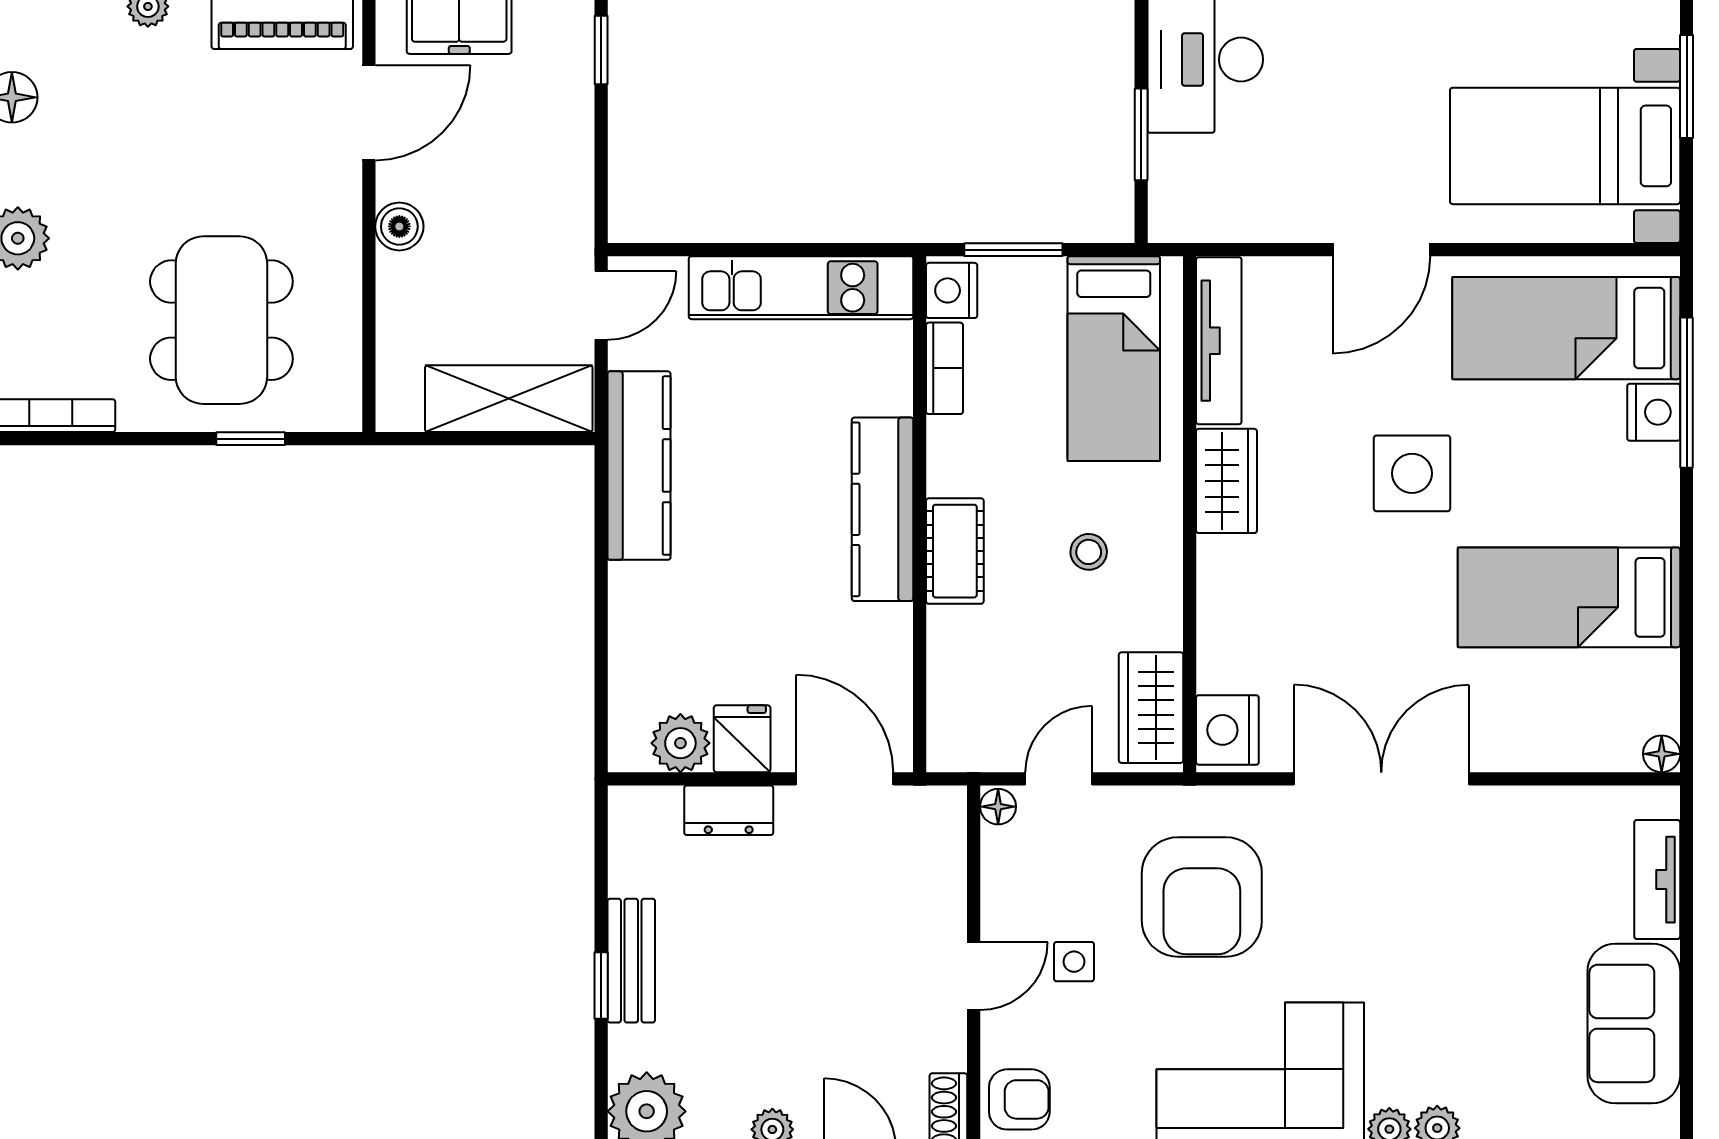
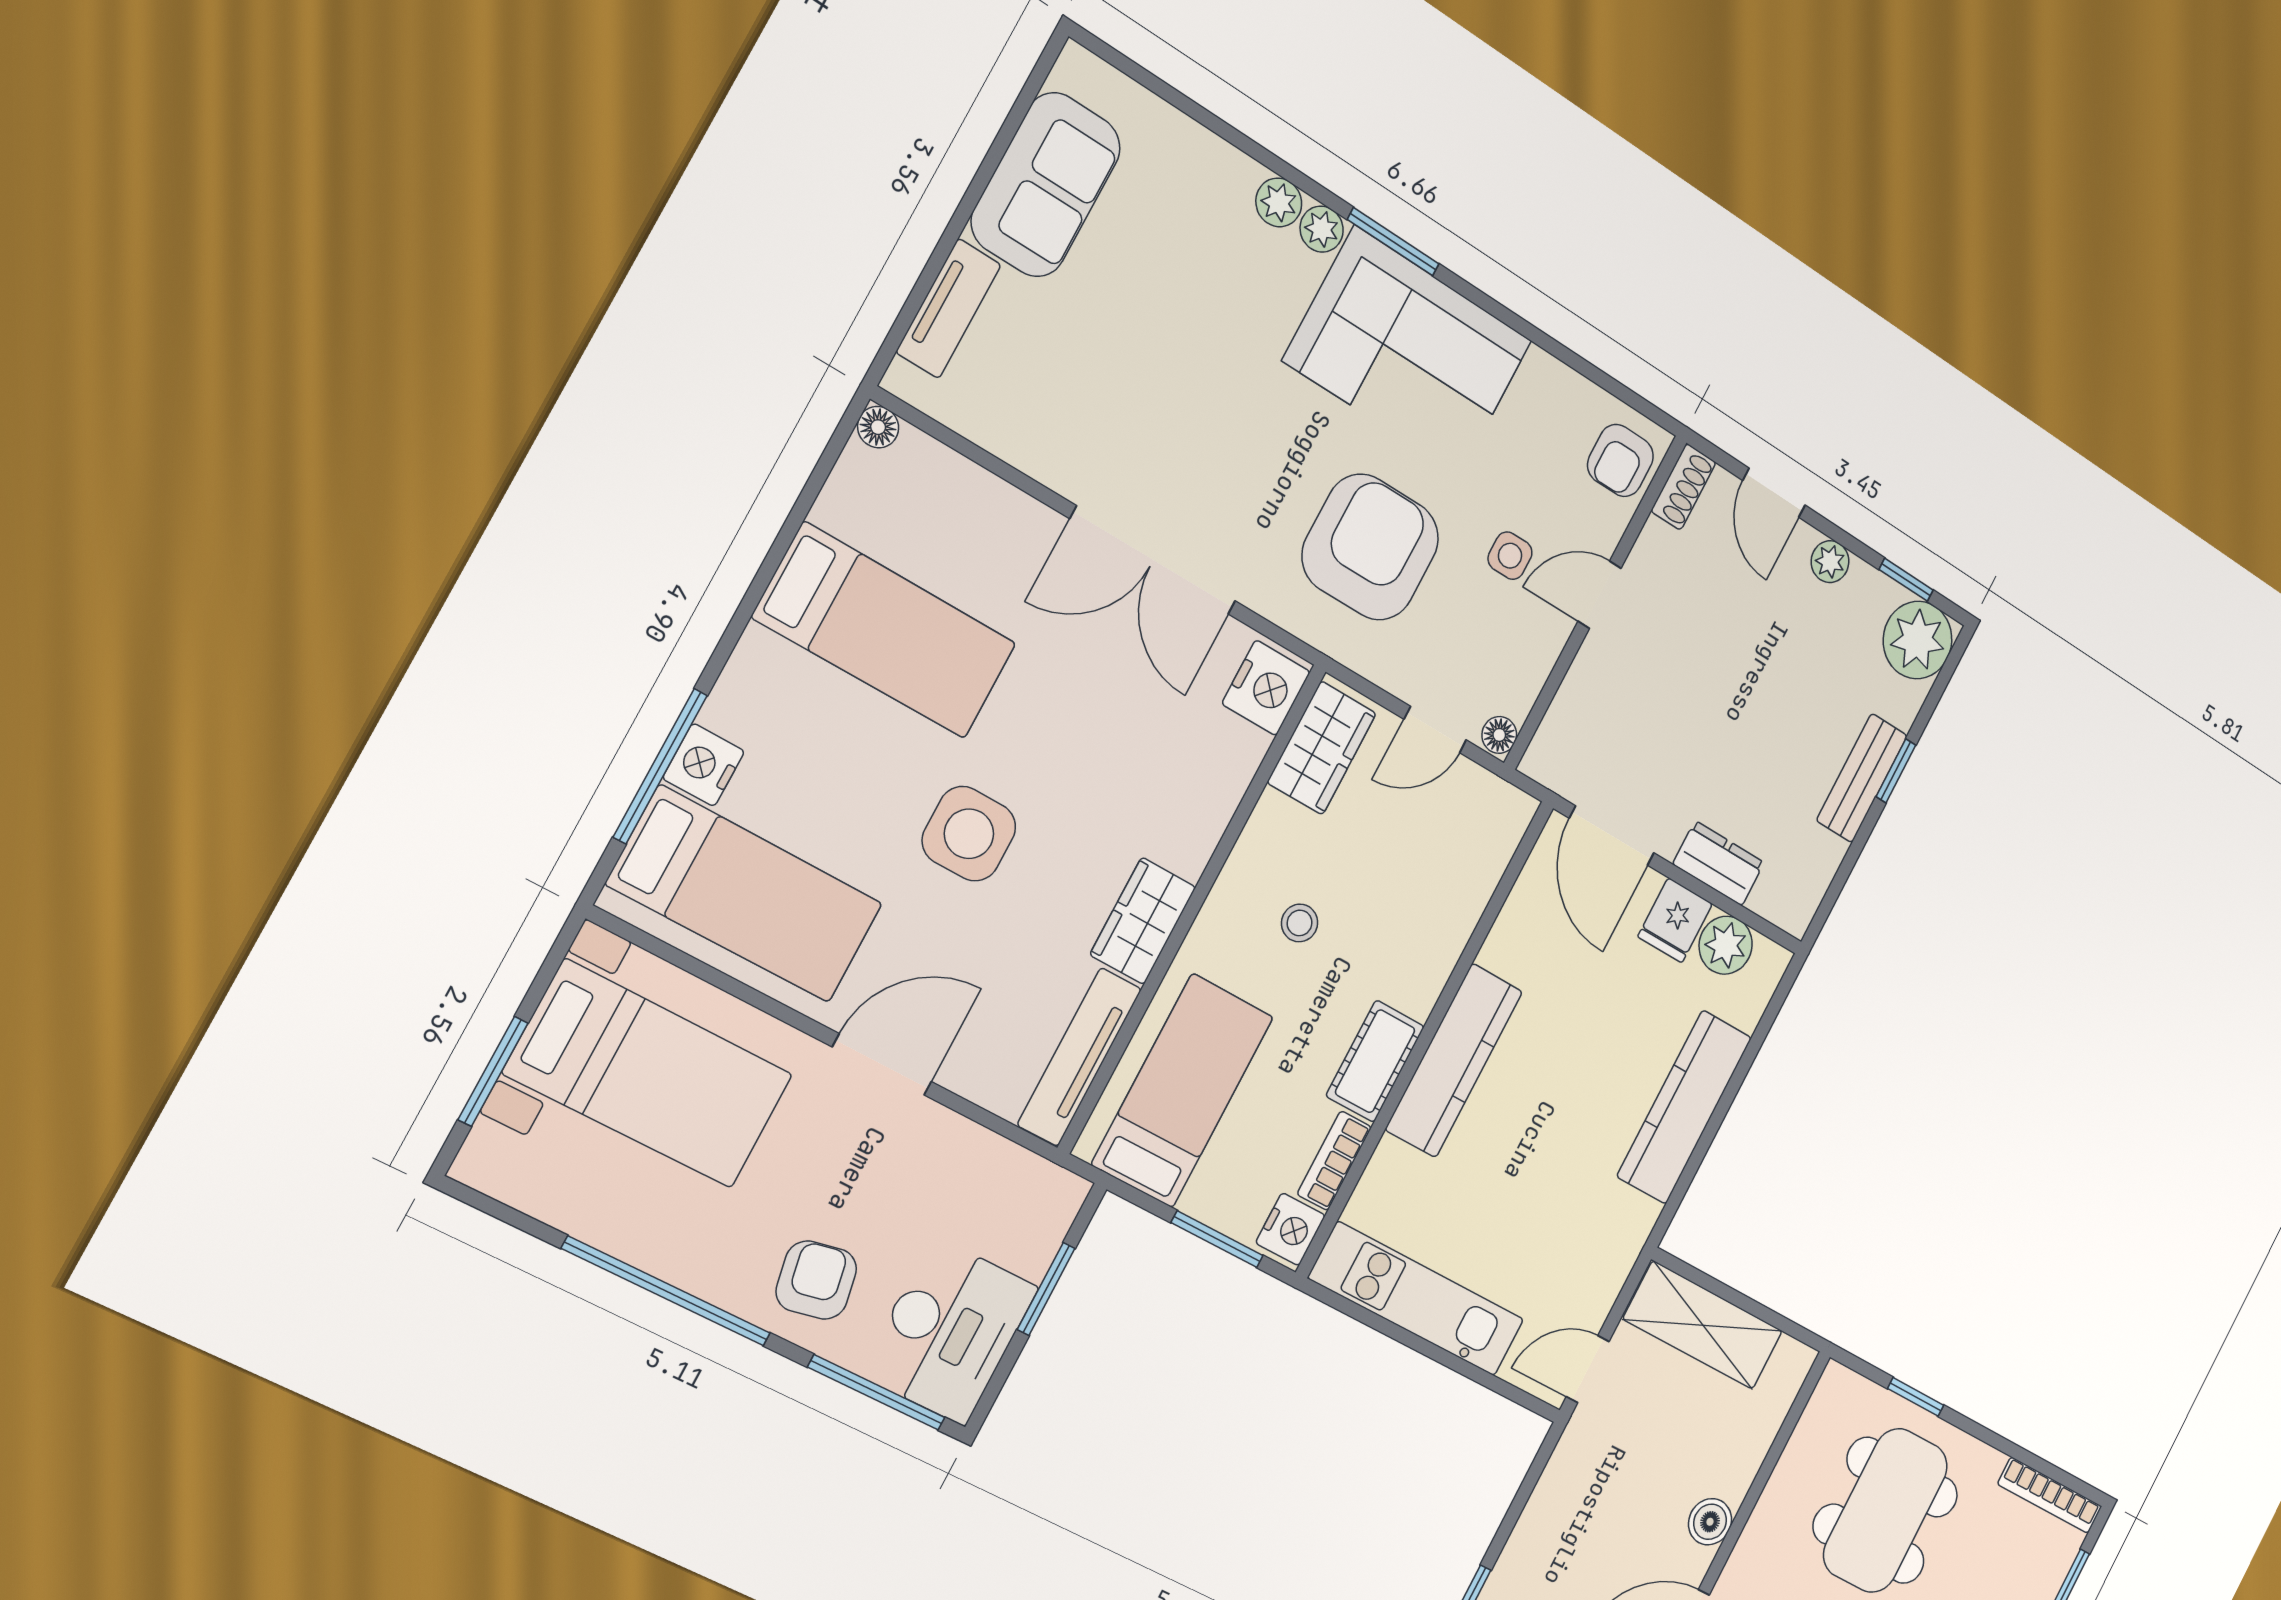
armchair: (1340, 48) -> (816, 1280), added
kitchen counter: (639, 466) -> (1684, 1107), moved
cot: (955, 551) -> (1375, 1061), moved
armchair: (1019, 1099) -> (1620, 460), turned -90

